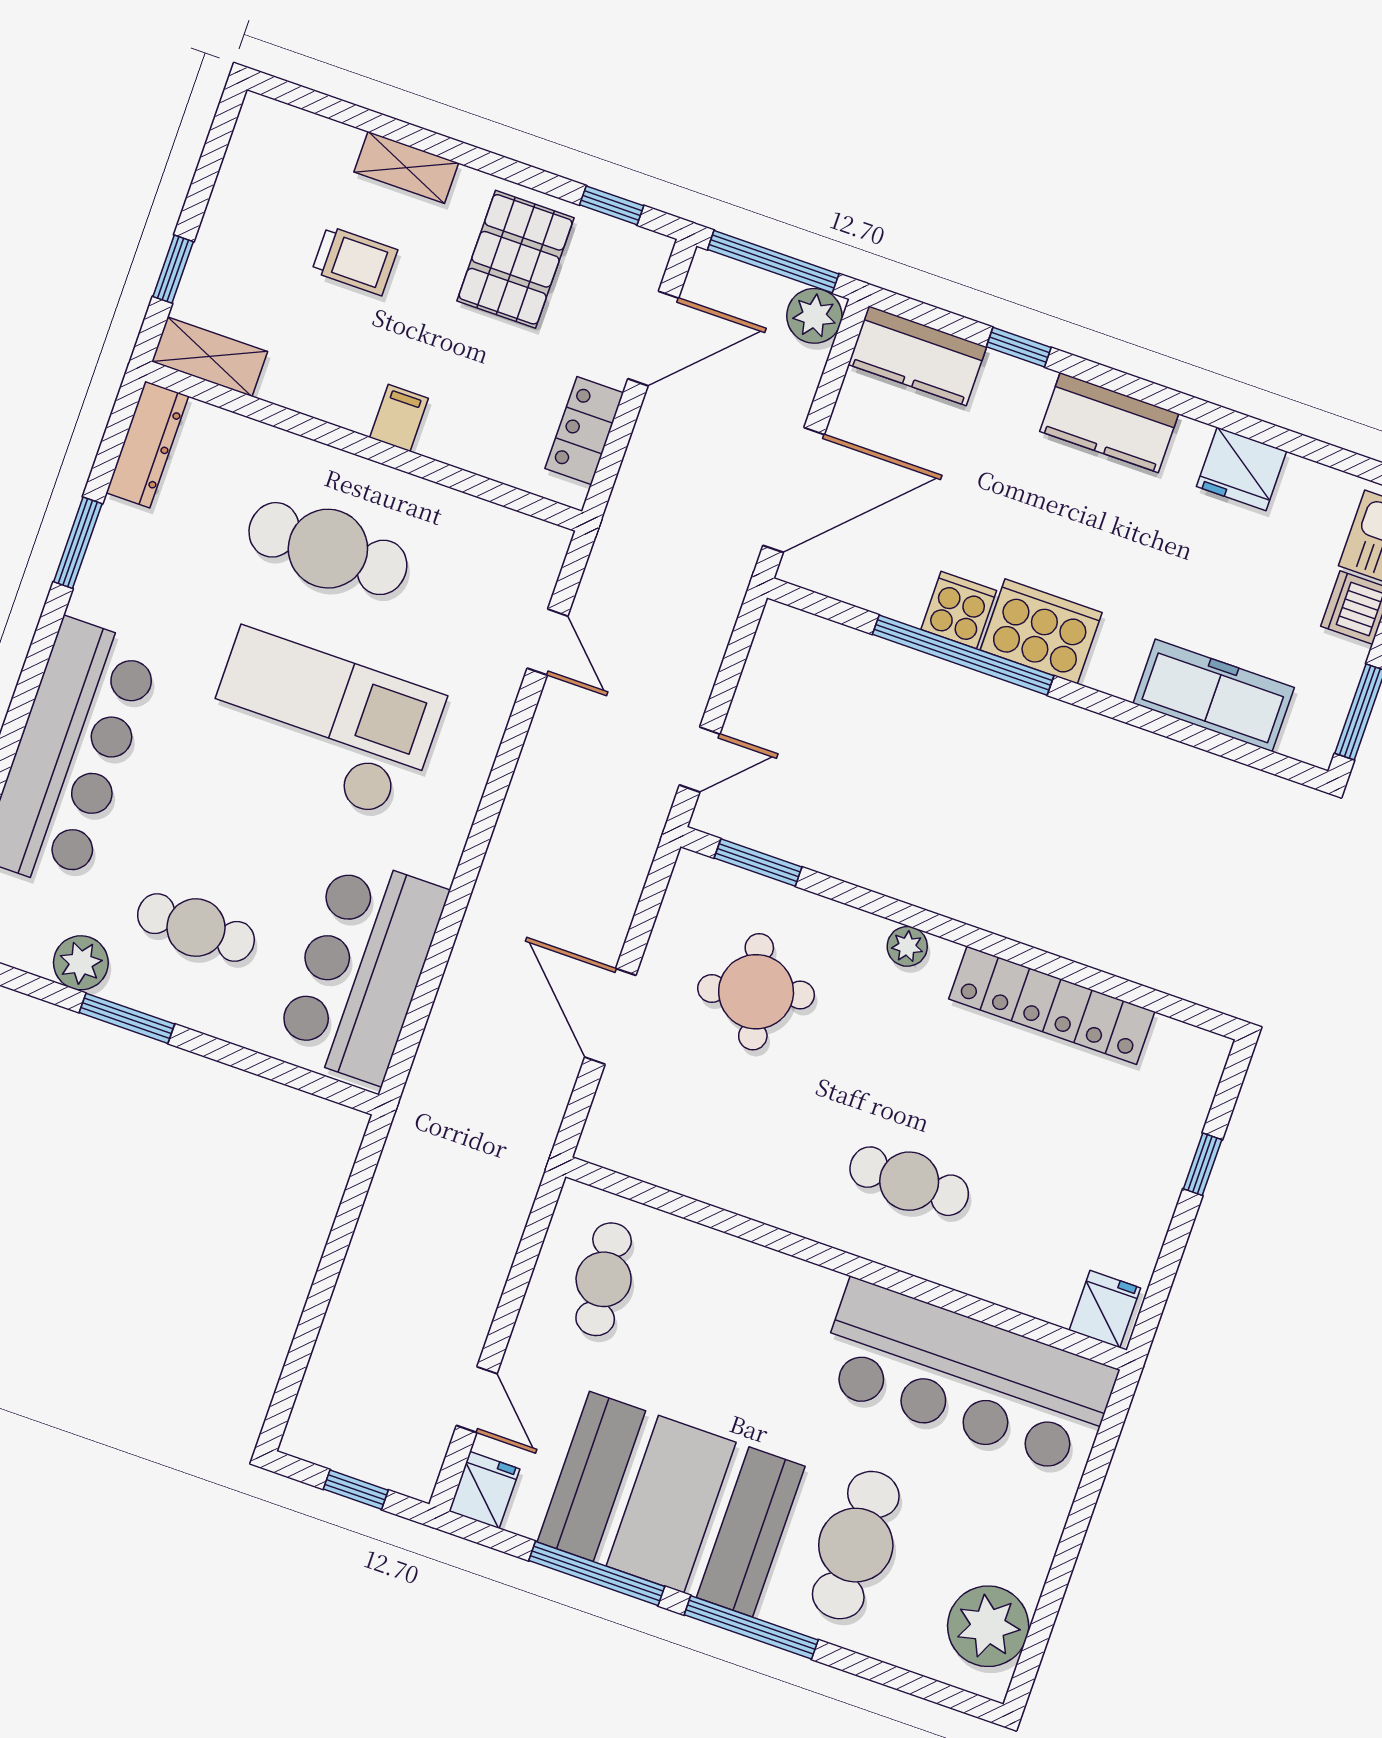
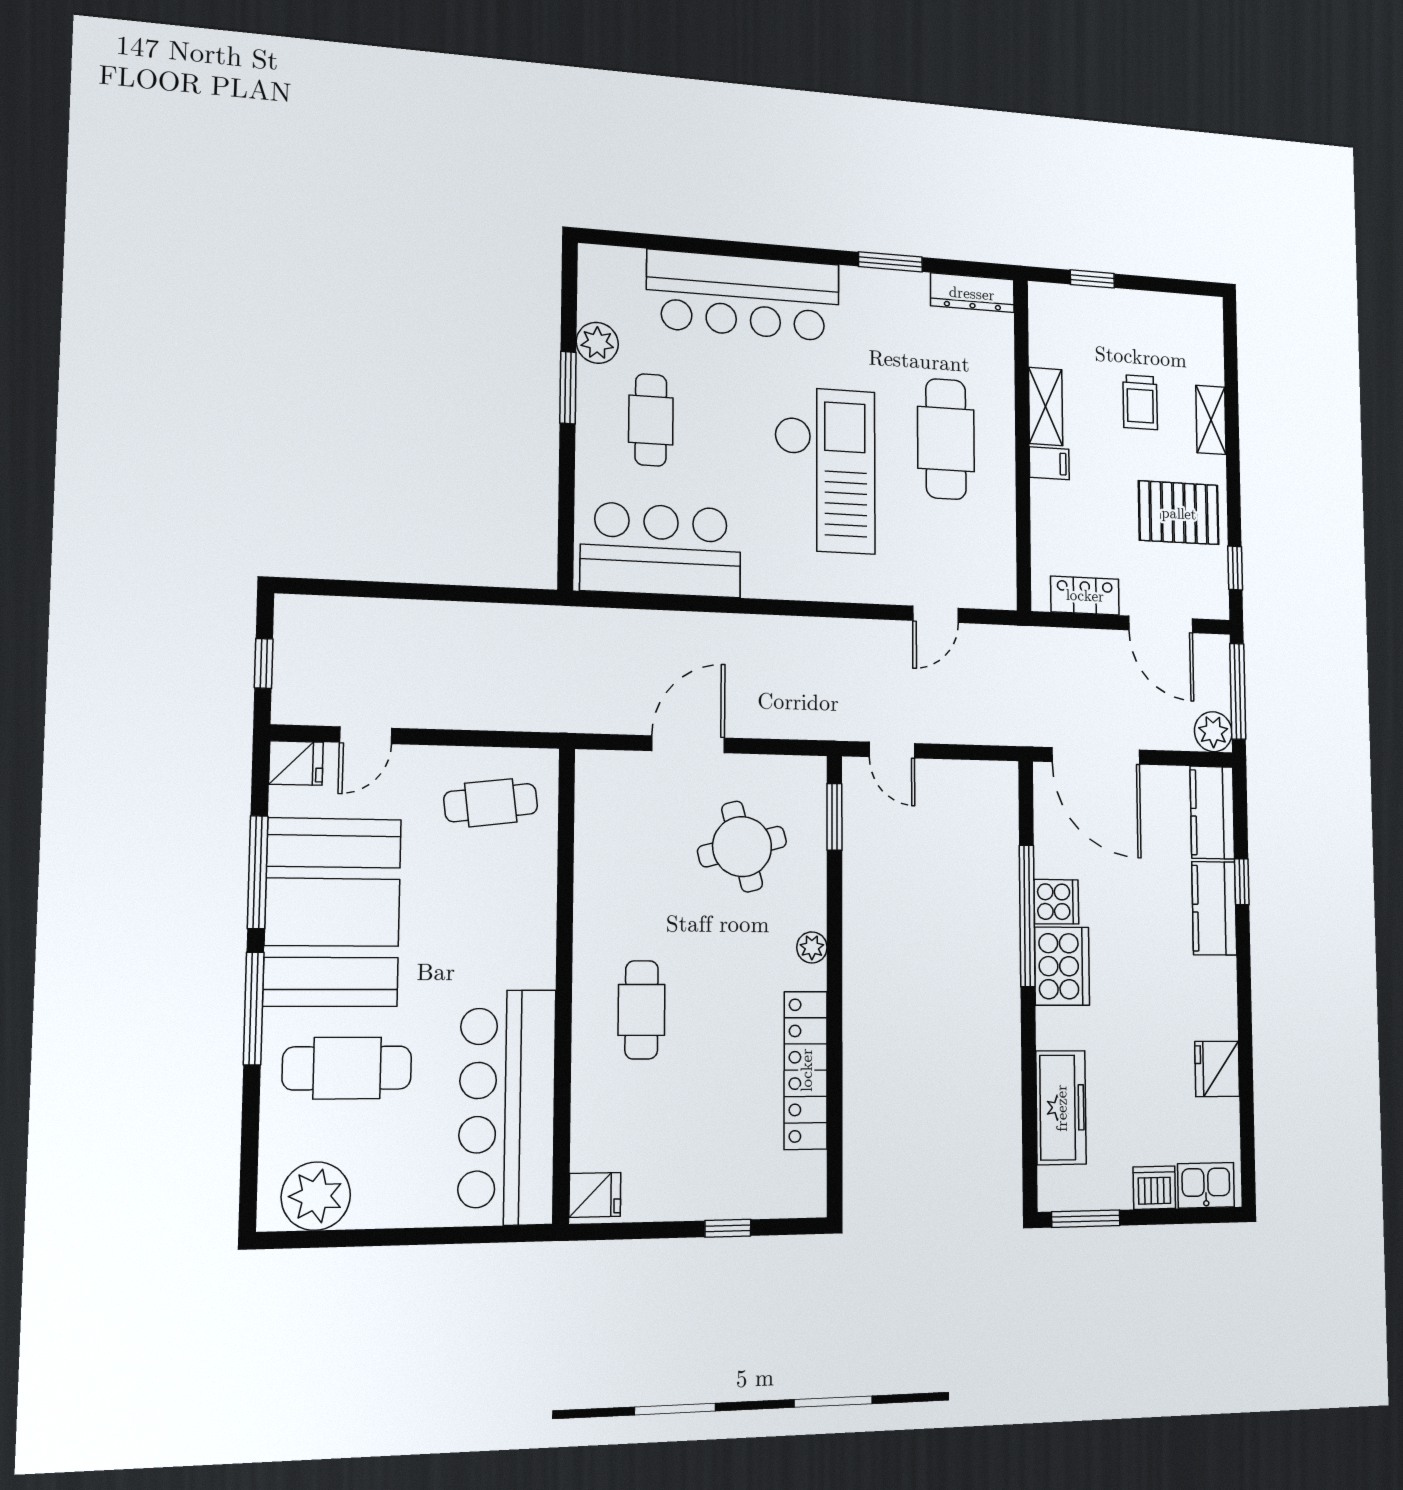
shelving: (210, 357) -> (1046, 406), moved
kitchen counter: (1109, 423) -> (1214, 908), moved

